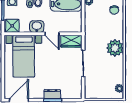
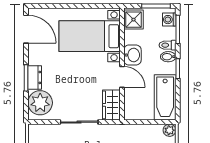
door: (52, 34) -> (122, 77), swing flipped
plant: (70, 90) -> (40, 103), added

